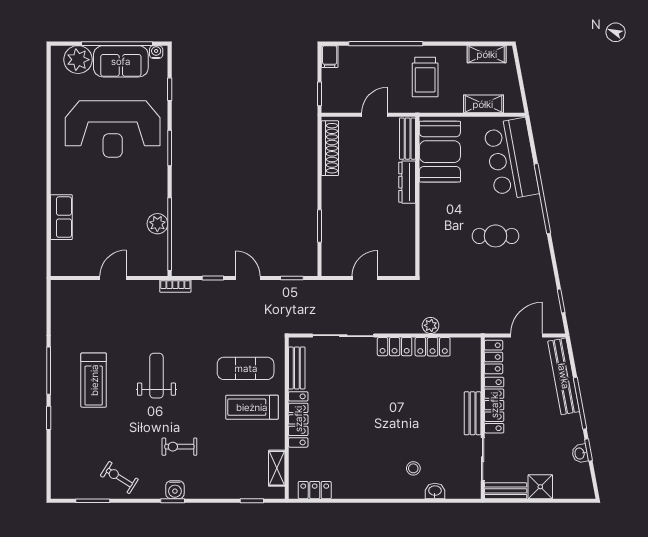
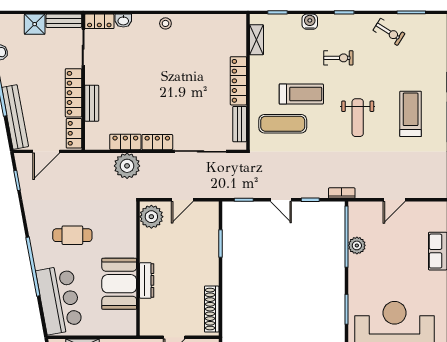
bench: (408, 139) -> (146, 317), removed
booth: (440, 152) -> (119, 284), moved
plant: (402, 258) -> (151, 217), added
plant: (431, 325) -> (127, 166), width x1.88, depth x1.88
treadmill: (252, 407) -> (301, 94), moved
bench: (473, 413) -> (92, 103), moved
stool: (413, 468) -> (165, 23), moved
water cooler: (175, 490) -> (310, 22), moved
locker: (315, 490) -> (99, 21), moved

